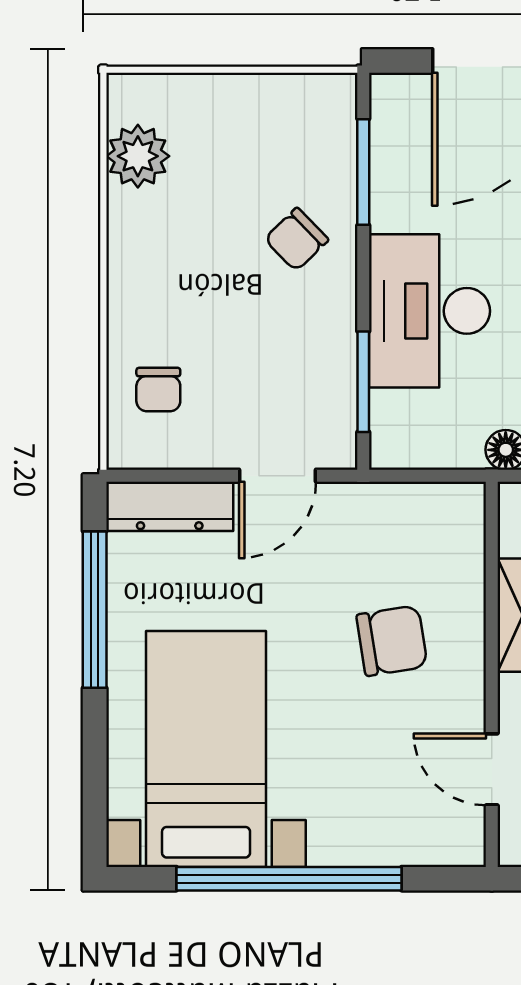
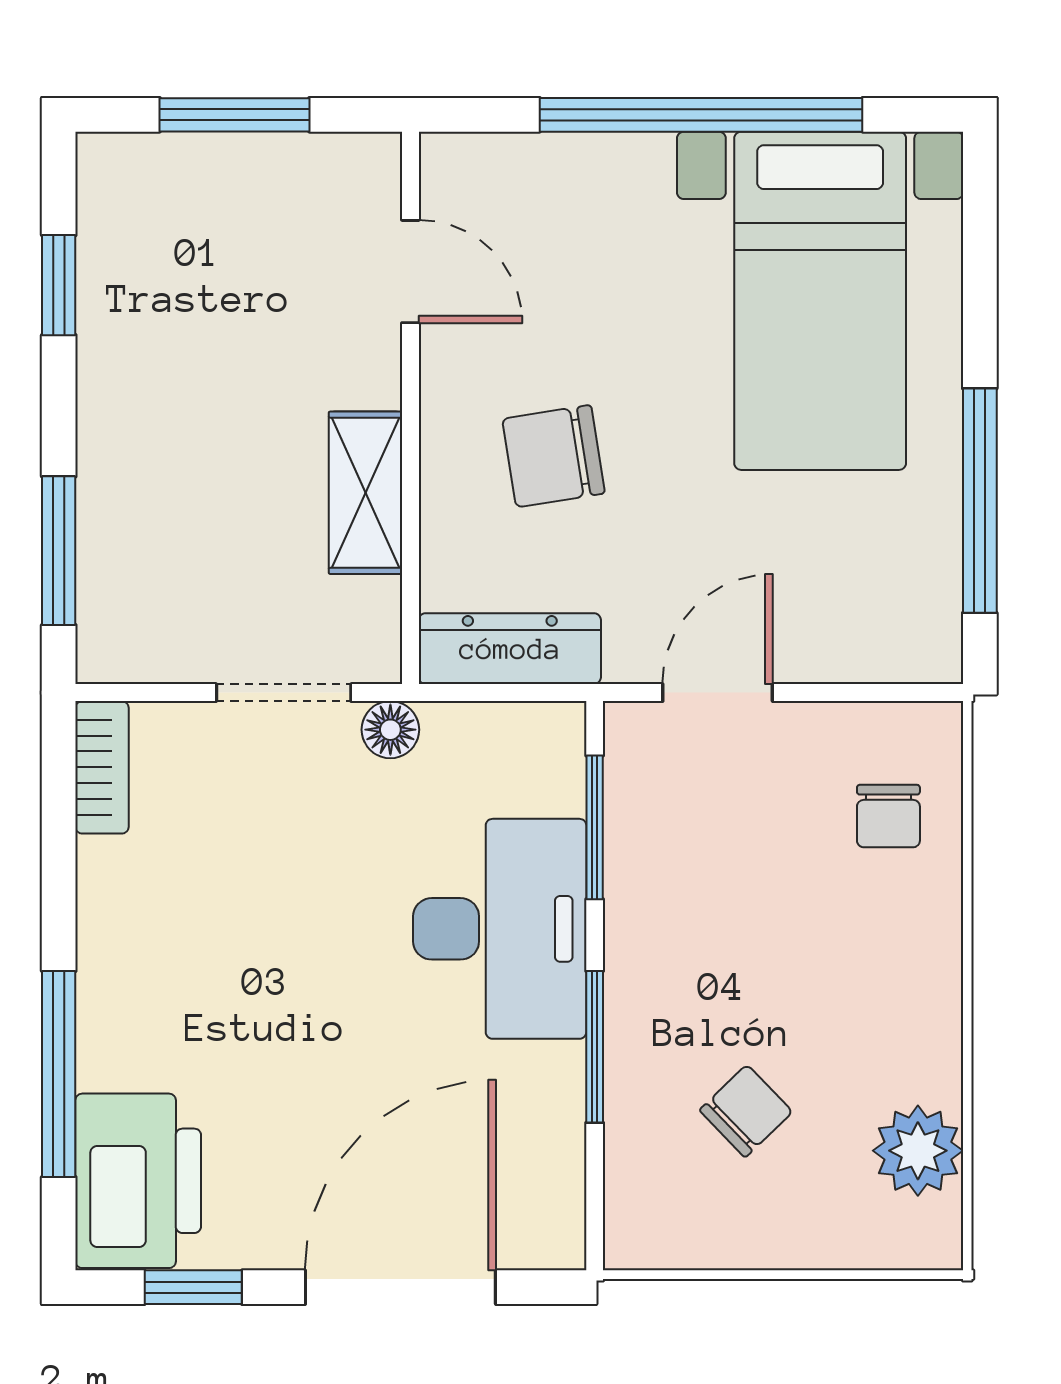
window: (363, 172) -> (595, 1047), moved
chair: (296, 239) -> (746, 1111), moved
chair: (158, 390) -> (888, 816), turned 180
dresser: (170, 506) -> (510, 649), moved

